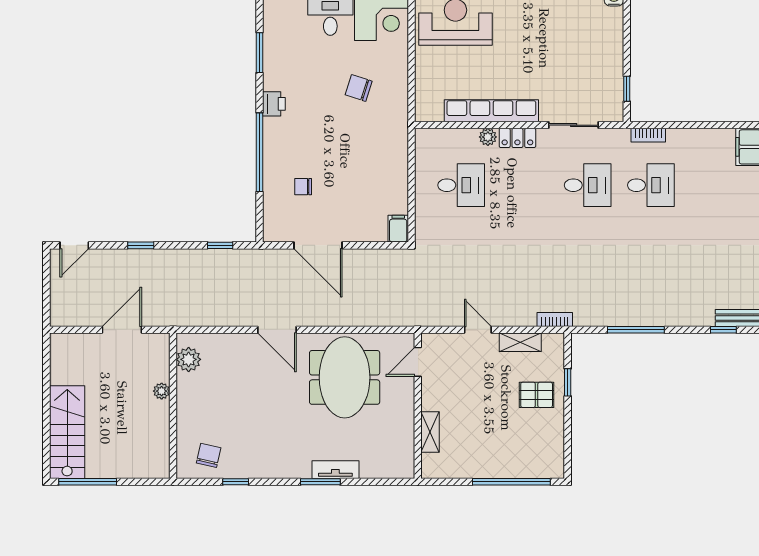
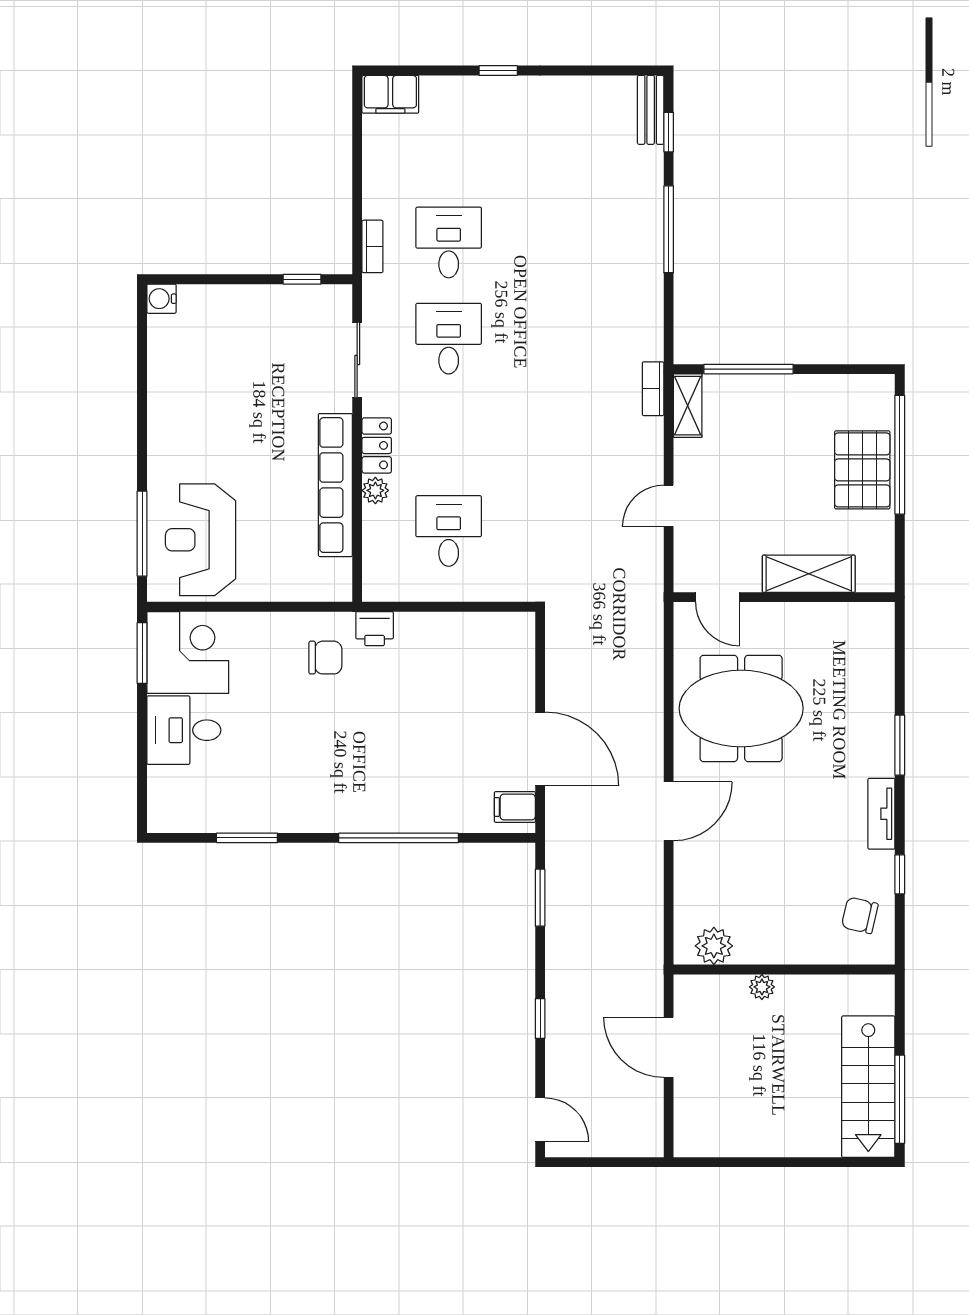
chair: (359, 88) -> (325, 658), moved, turned -108
printer: (274, 104) -> (375, 629), moved, turned 180
chair: (303, 187) -> (451, 771), removed
filing cabinet: (398, 229) -> (515, 807), moved
window: (220, 245) -> (540, 898), width x1.50
door: (318, 245) -> (540, 749), hinge flipped
window: (636, 330) -> (669, 229), moved
shelving: (520, 342) -> (688, 406), moved
window: (568, 382) -> (749, 369), width x2.17
pallet: (537, 395) -> (862, 470), moved, width x1.50, depth x1.42
stairs: (67, 432) -> (868, 1087), moved, turned -90
shelving: (430, 432) -> (809, 574), width x1.50, depth x1.33
tv unit: (335, 470) -> (881, 814), moved

